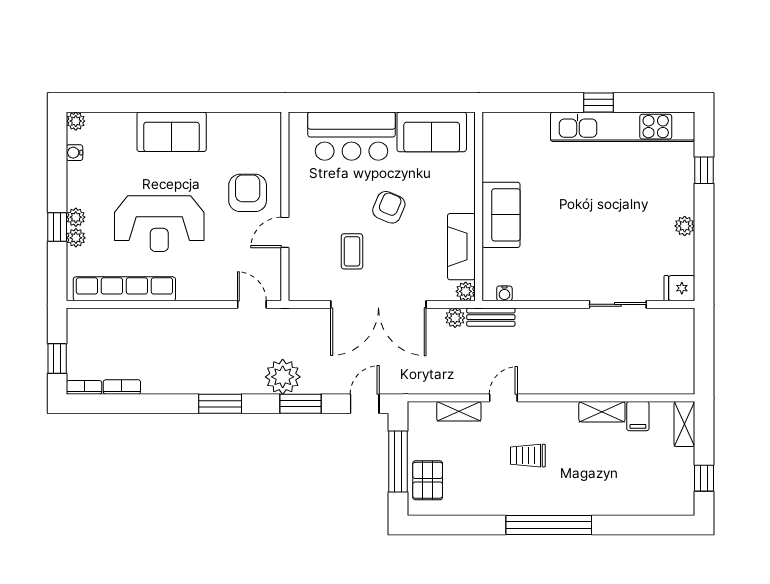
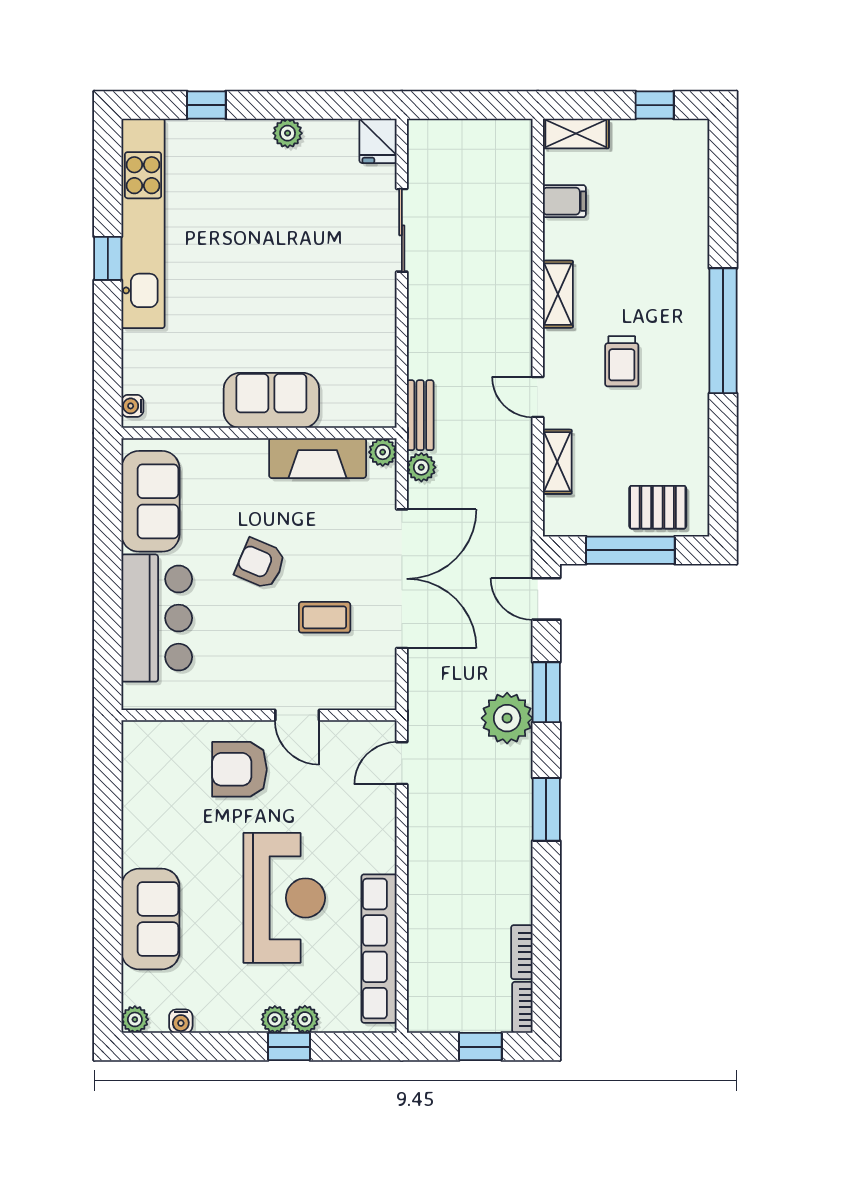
sofa: (172, 132) -> (150, 919), moved
water cooler: (504, 293) -> (132, 406), moved, turned 180
shelving: (602, 412) -> (558, 294), moved

